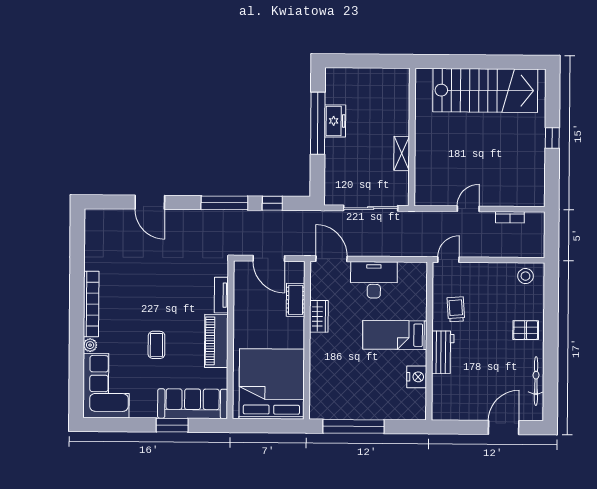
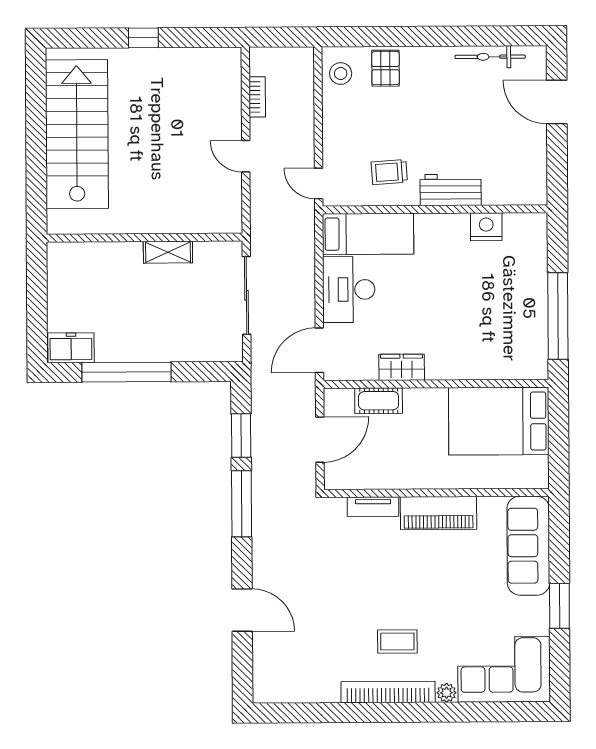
freezer: (335, 121) -> (71, 348), moved
door: (150, 202) -> (242, 610), hinge flipped
window: (272, 203) -> (241, 436), width x1.50
pallet: (526, 330) -> (386, 68), moved
bed: (395, 335) -> (368, 234), moved, turned -90
coffee table: (156, 345) -> (397, 642), moved
bed: (272, 384) -> (499, 421), width x0.73
window: (172, 425) -> (559, 606), moved

